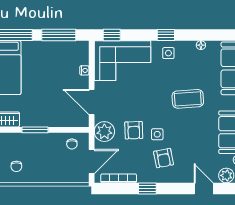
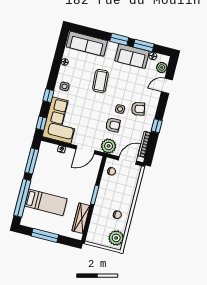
window: (166, 35) -> (48, 96), moved
door: (92, 162) -> (127, 160), hinge flipped

